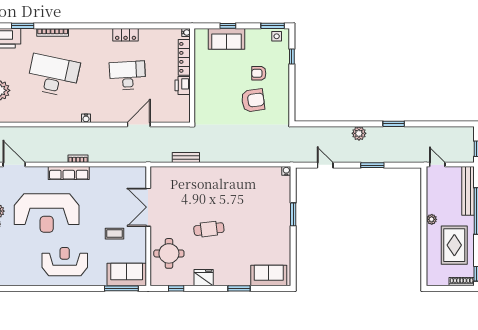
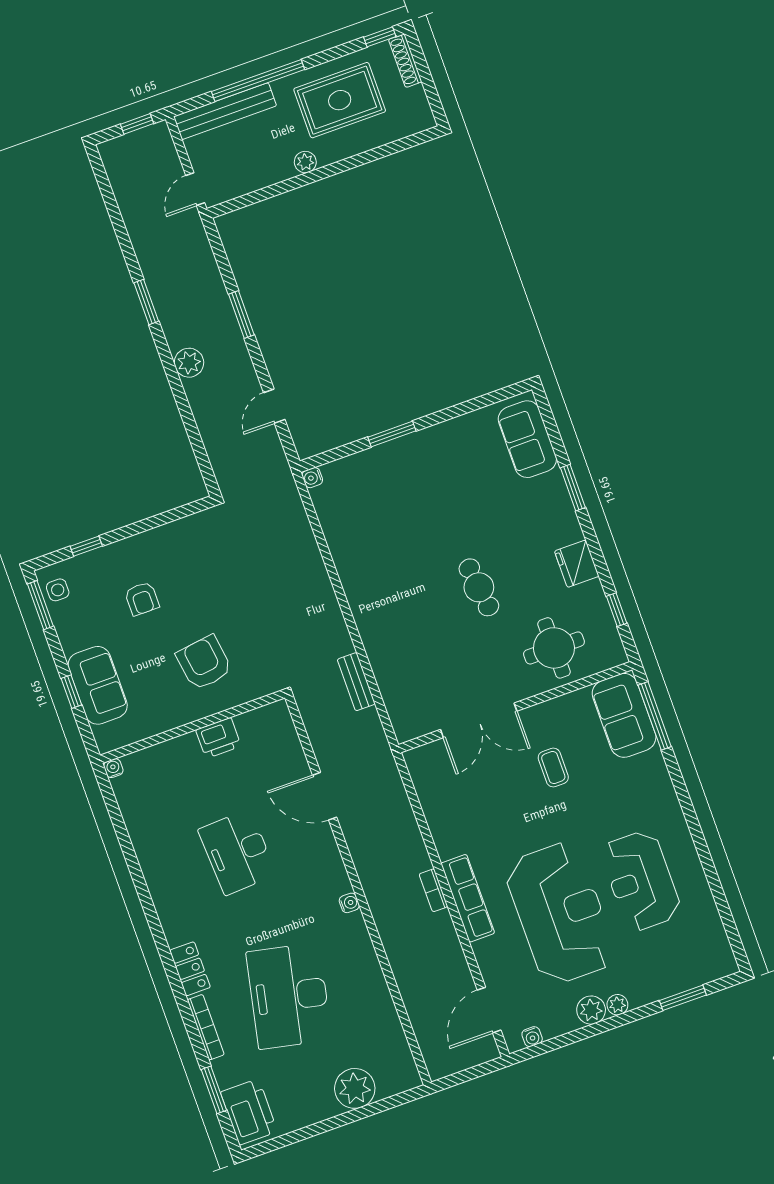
locker: (126, 35) -> (190, 969), moved
locker: (184, 57) -> (163, 754), removed
armchair: (253, 100) -> (204, 663), moved
reception desk: (65, 262) -> (641, 881), moved

